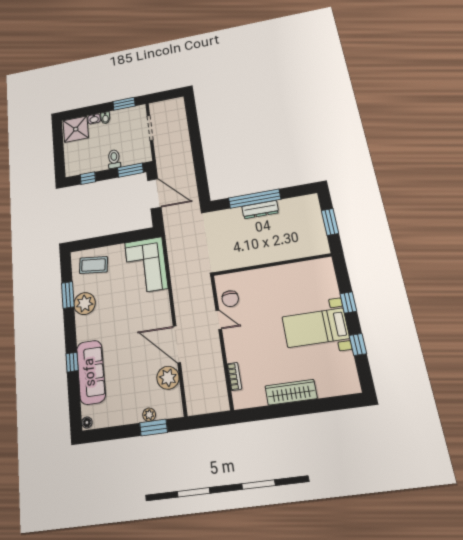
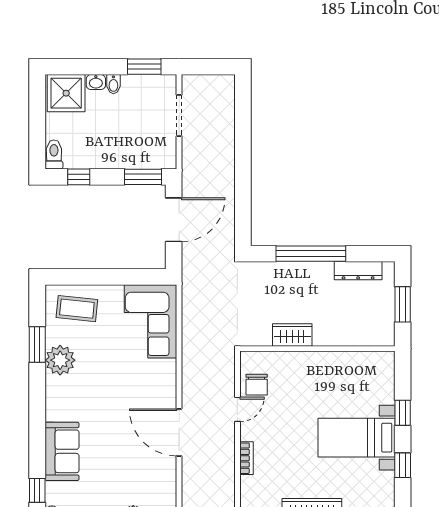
toilet: (114, 159) -> (54, 154), moved
door: (154, 194) -> (174, 220), hinge flipped
dresser: (260, 210) -> (358, 271), moved
wardrobe: (251, 258) -> (292, 335), added
door: (219, 320) -> (237, 409), hinge flipped
window: (72, 362) -> (37, 490), moved
sofa: (91, 372) -> (62, 451), width x0.73
bookcase: (234, 376) -> (246, 458), moved
plant: (168, 378) -> (162, 472), removed

